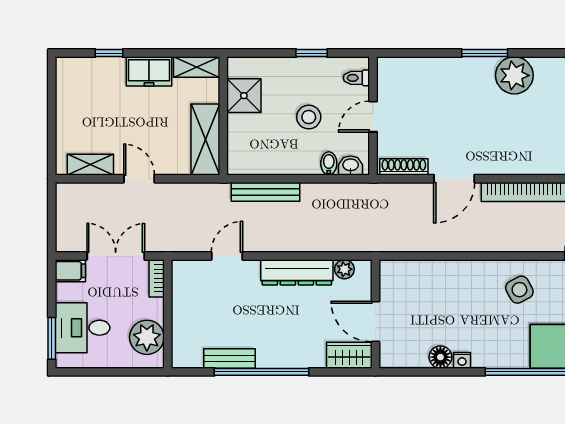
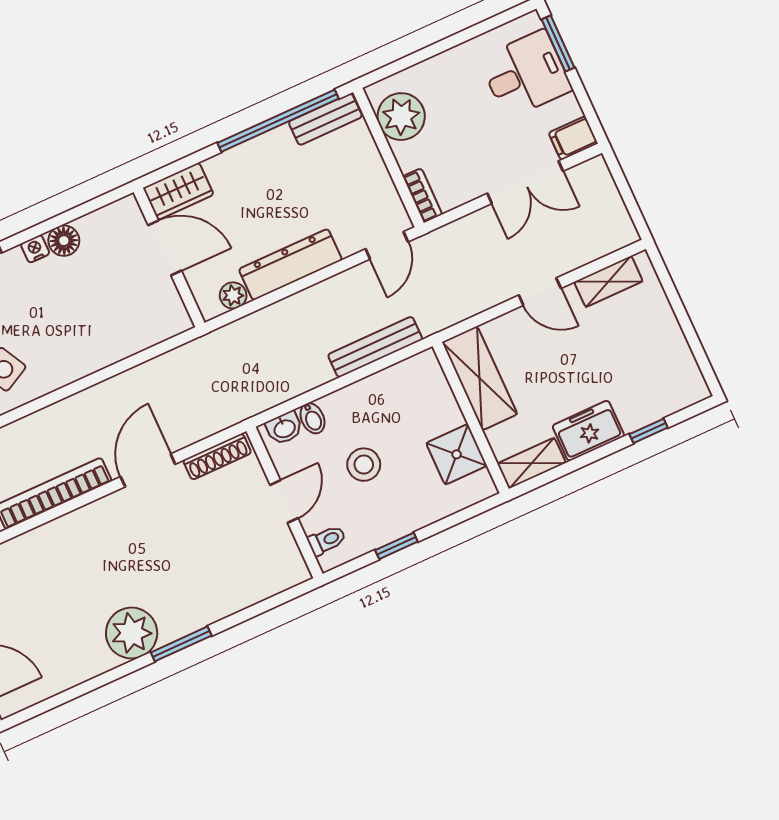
bookcase: (157, 278) -> (423, 195), moved
wall: (168, 314) -> (389, 157), moved
plant: (147, 337) -> (401, 117), moved

